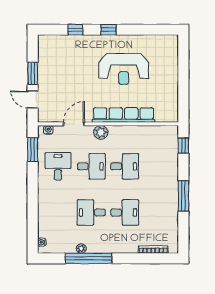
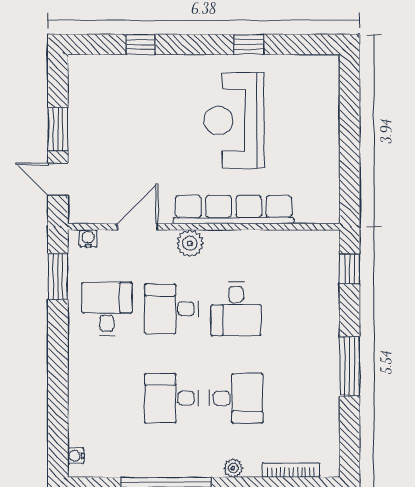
window: (108, 30) -> (249, 44), moved
reception desk: (124, 69) -> (234, 120), turned 90
desk: (91, 166) -> (171, 309), turned 180
desk: (125, 166) -> (236, 309), turned 90
plant: (81, 249) -> (233, 468), moved

